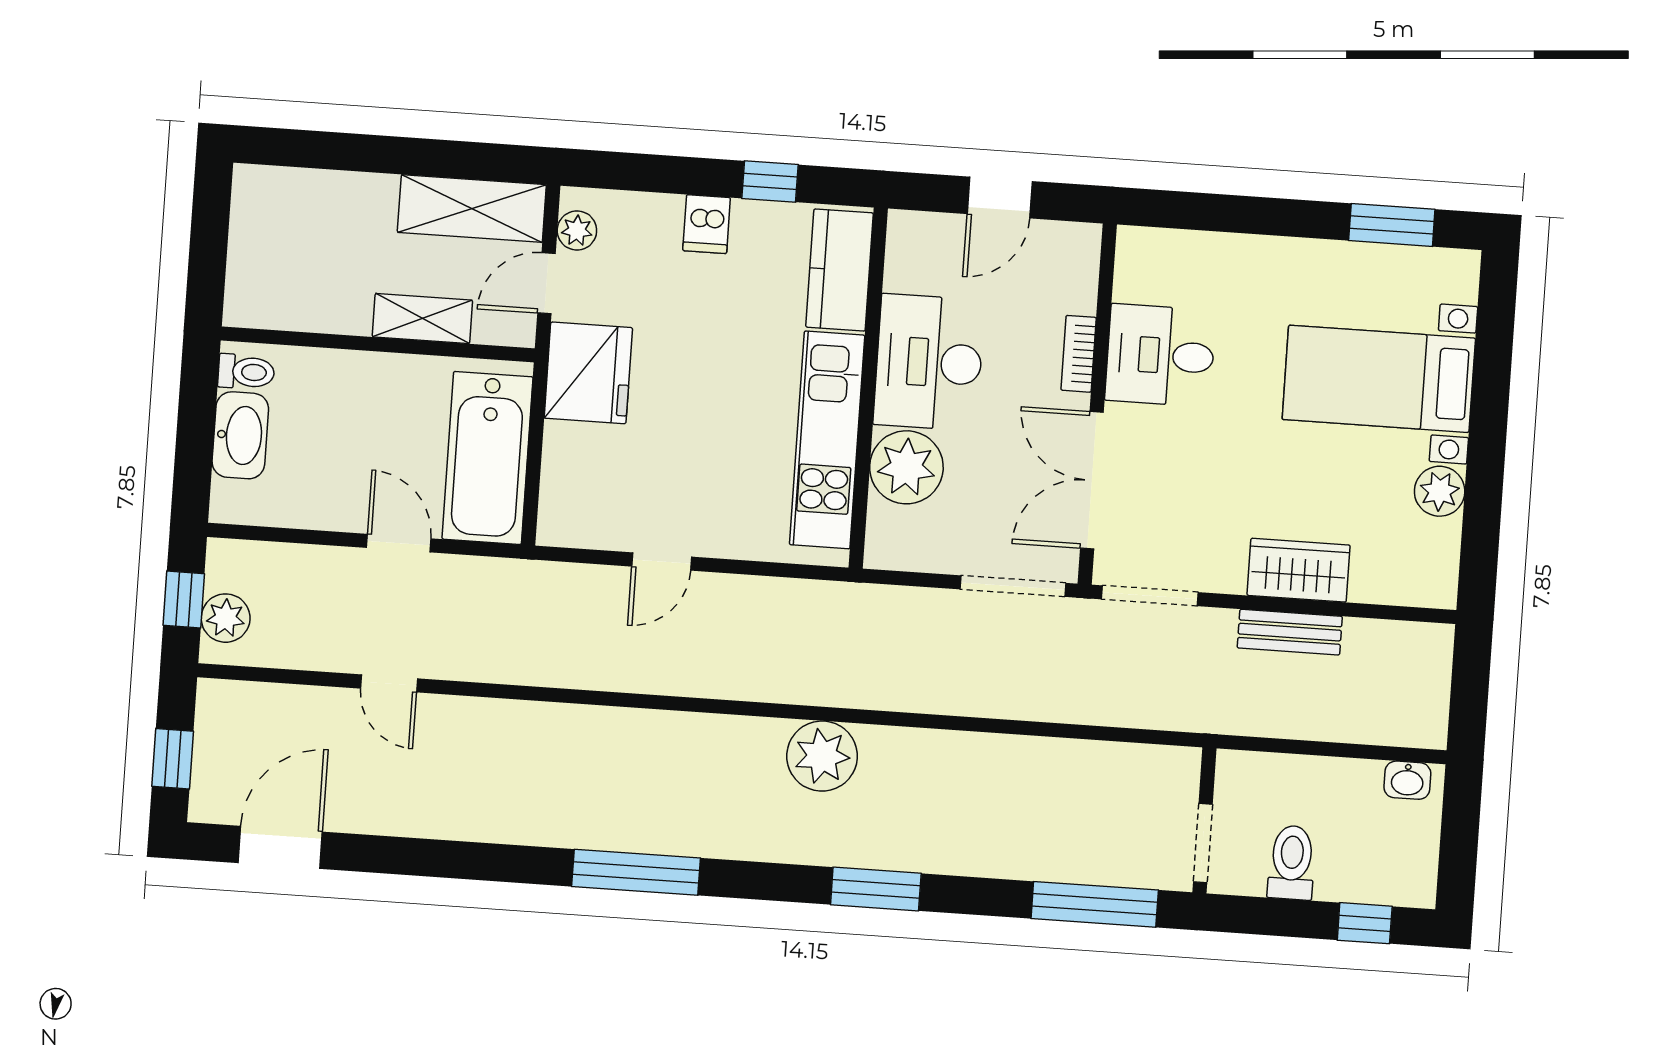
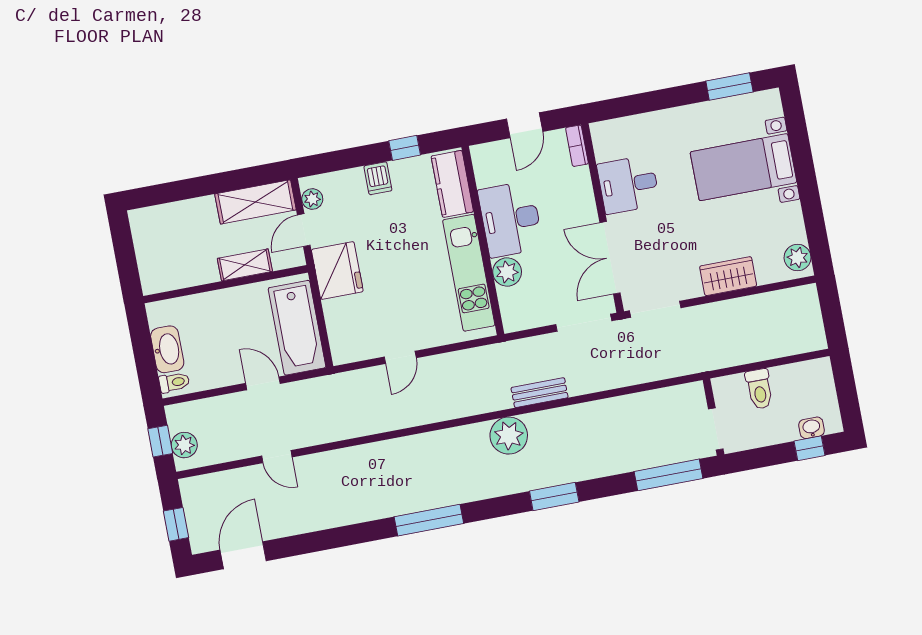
bookcase: (1079, 354) -> (577, 146), moved
toilet: (246, 372) -> (174, 382), moved
plant: (906, 467) -> (507, 272), width x0.73, depth x0.73
plant: (1440, 491) -> (798, 258), moved
bench: (1290, 632) -> (540, 393), moved
washbasin: (1407, 780) -> (812, 428), moved, turned 180
toilet: (1292, 862) -> (759, 389), moved, turned 180

